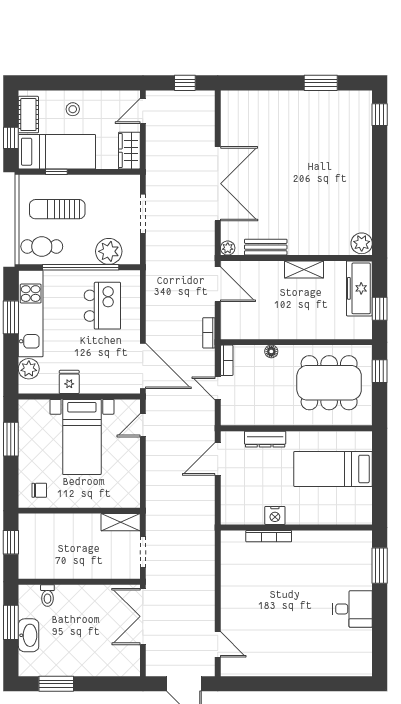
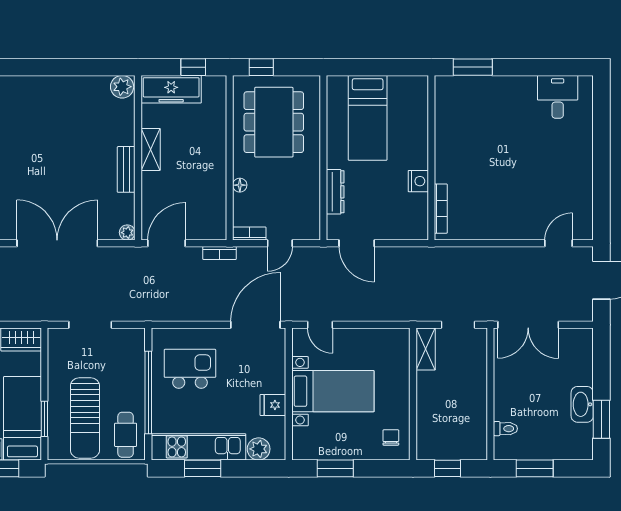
window: (56, 172) -> (44, 419), width x1.50
sun lounger: (57, 209) -> (85, 418), width x1.36, depth x1.34
bench: (266, 247) -> (126, 169), moved
plant: (109, 251) -> (131, 362), removed
bookcase: (269, 536) -> (441, 209), moved
desk: (352, 609) -> (558, 97), moved
washbasin: (29, 635) -> (582, 404), moved, turned -90

